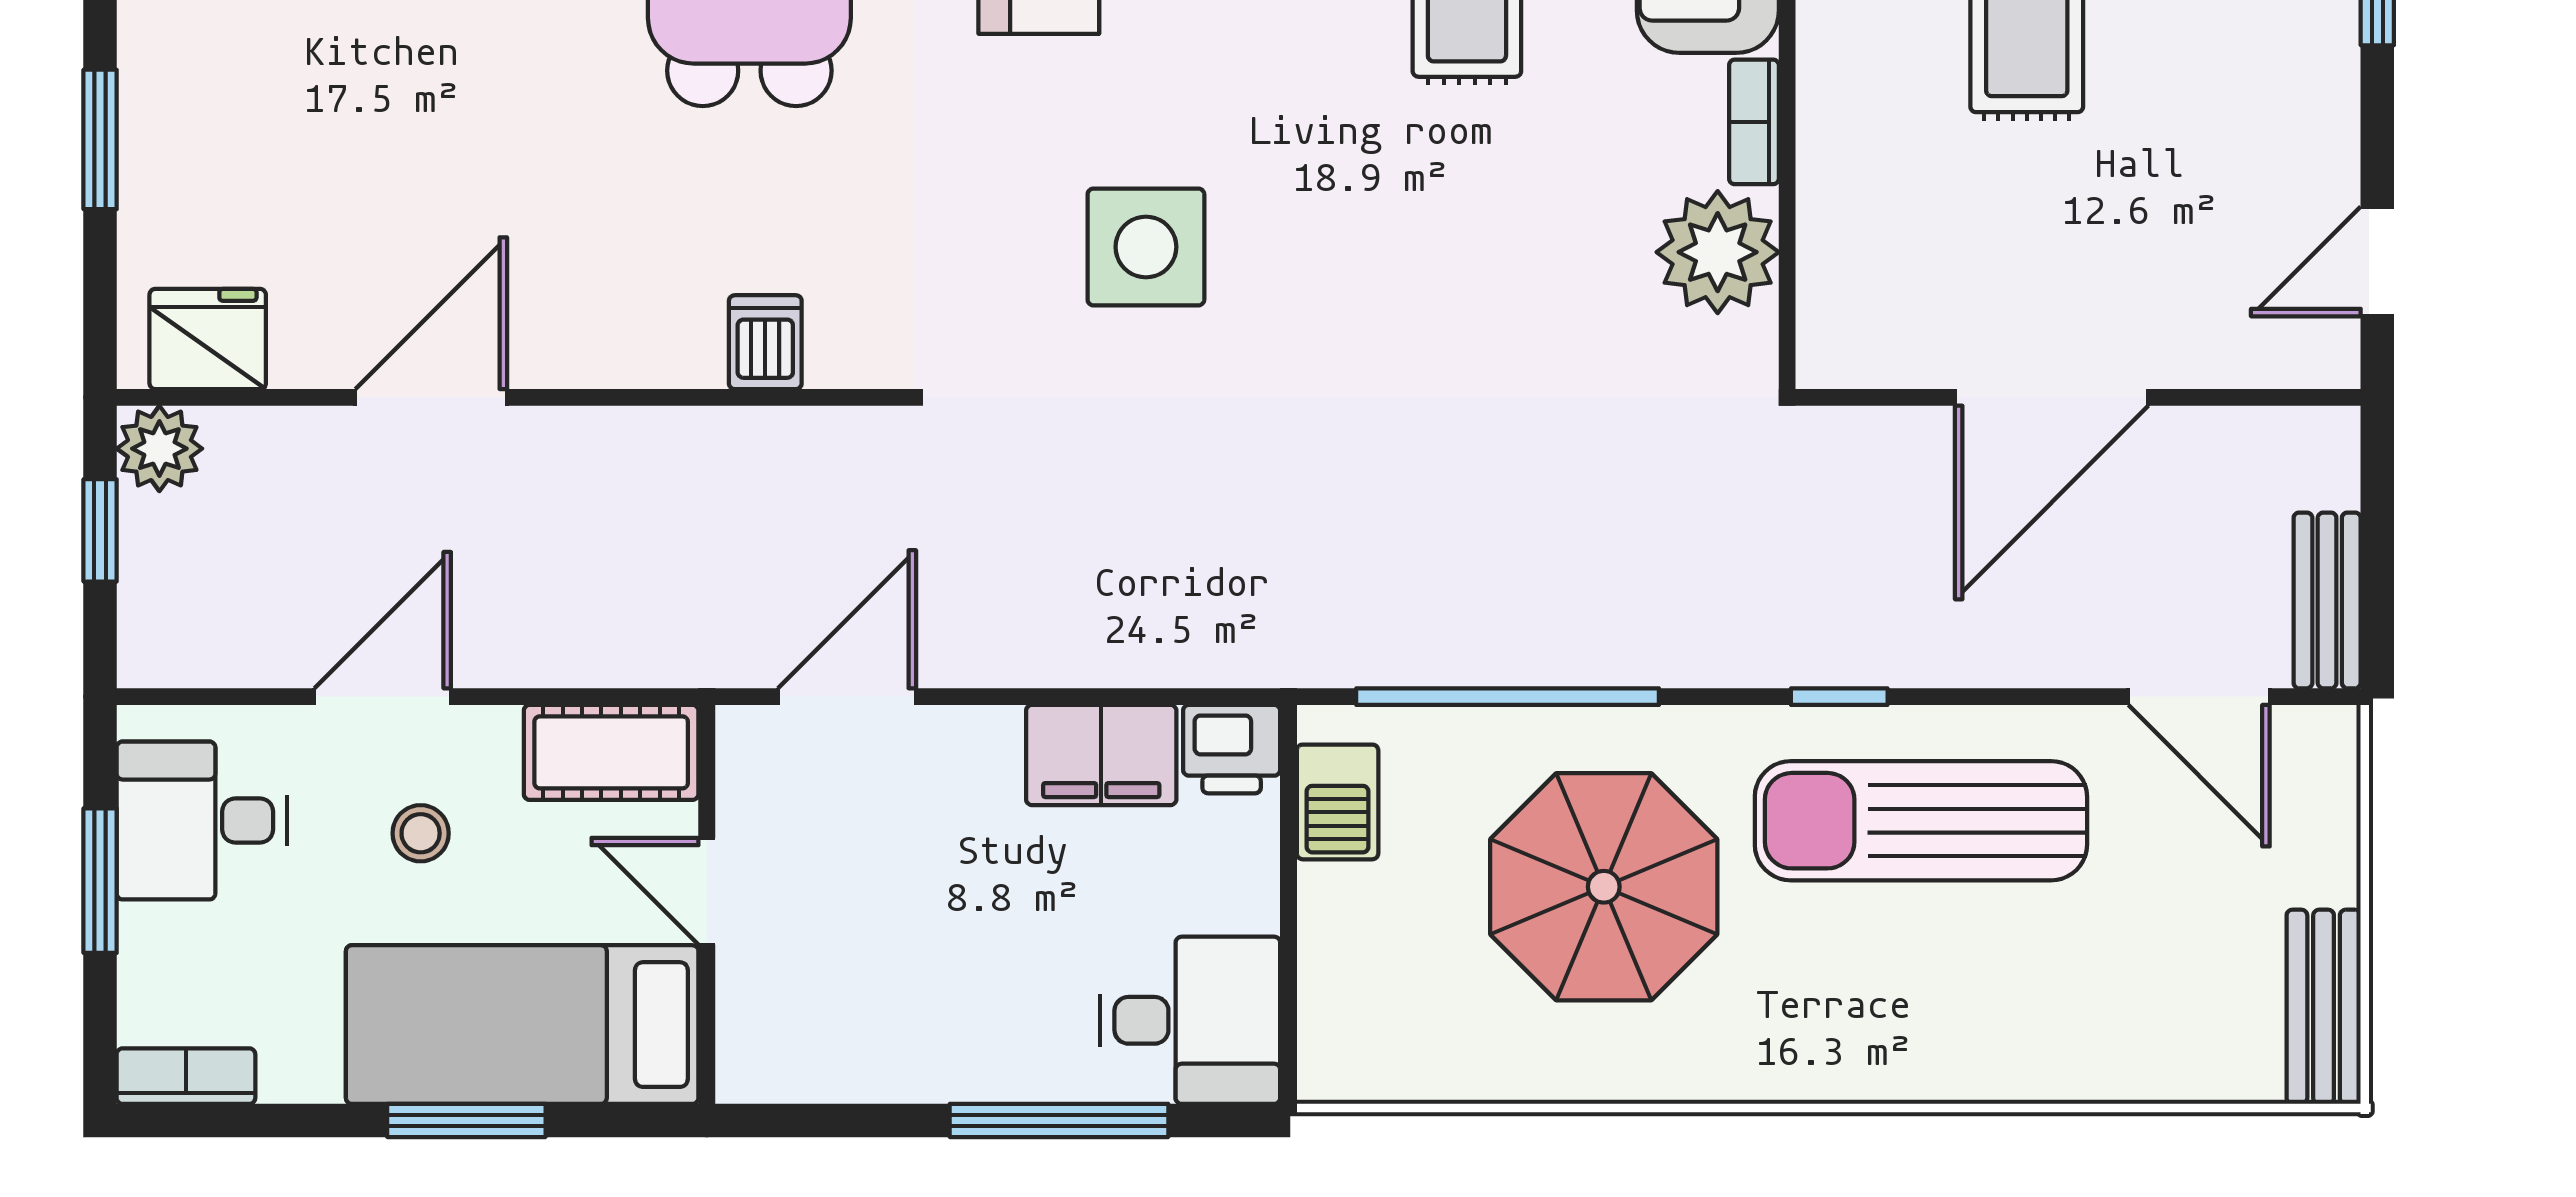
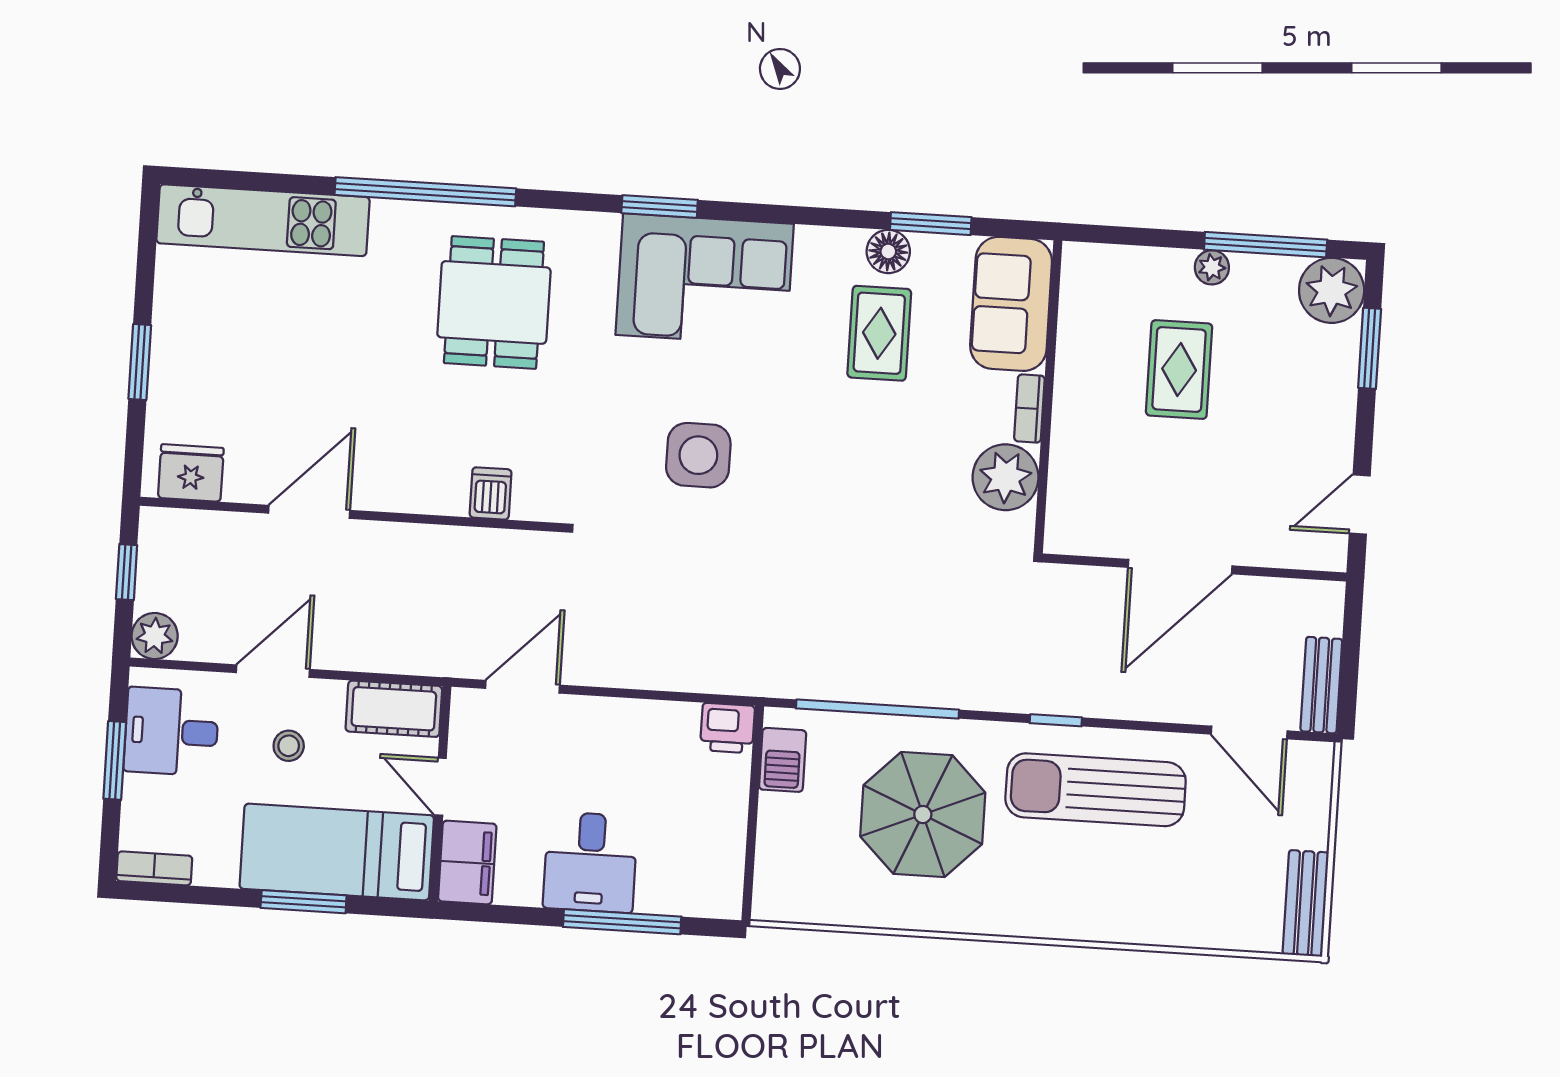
plant: (159, 449) -> (155, 636), moved
filing cabinet: (1101, 755) -> (467, 862), moved, turned -90
desk: (1190, 1020) -> (590, 862), moved, turned 90

